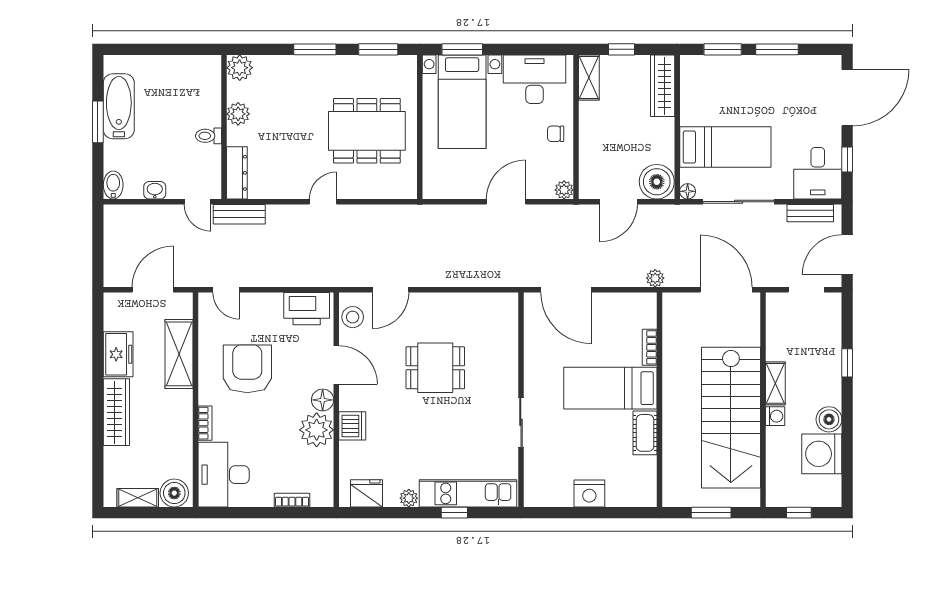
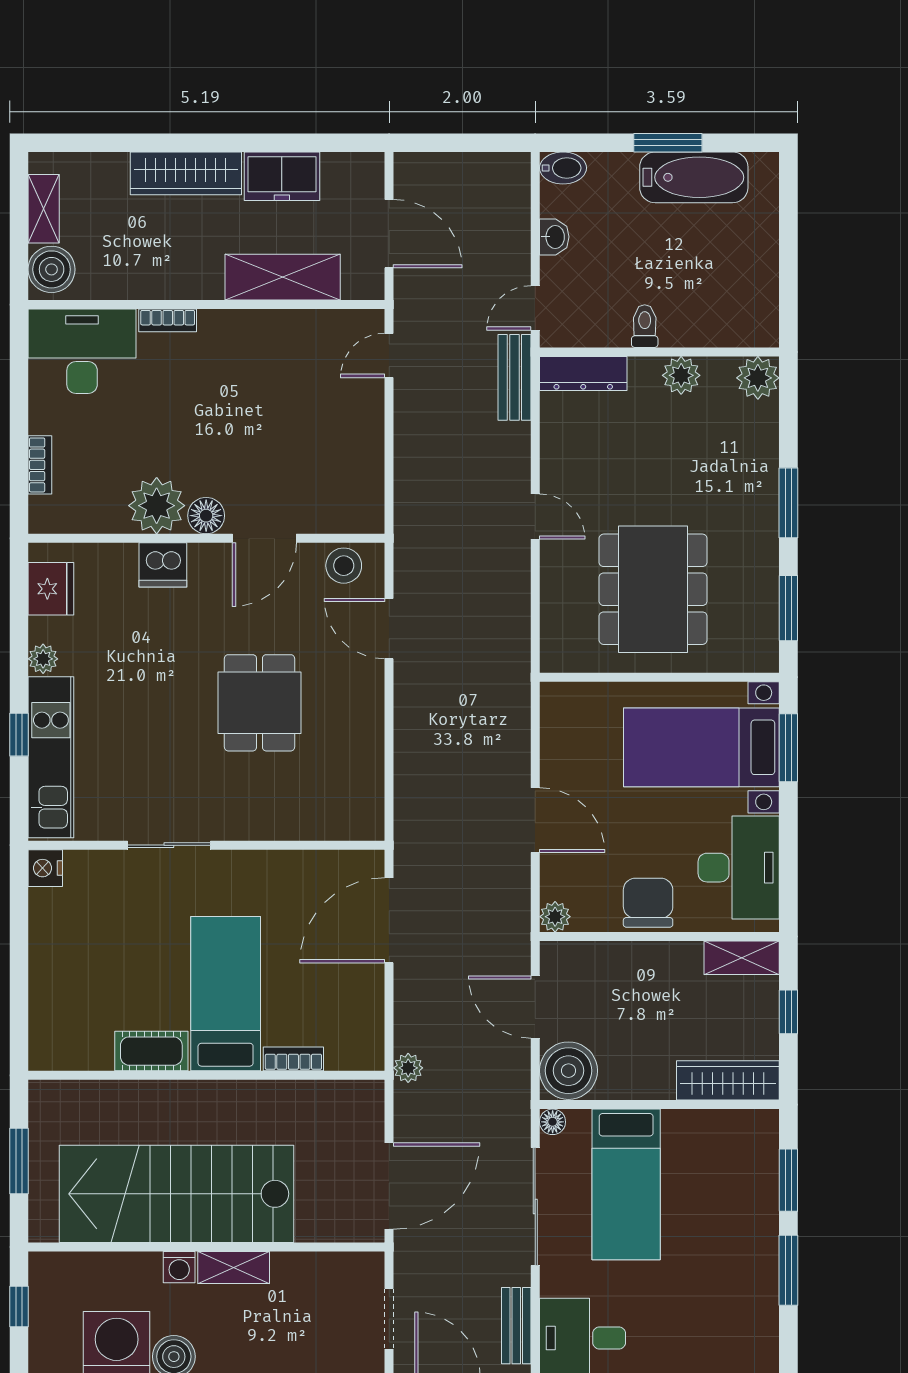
chair: (556, 134) -> (648, 903), width x1.87, depth x1.87
printer: (307, 309) -> (358, 489), removed
armchair: (247, 369) -> (258, 391), removed
nightstand: (589, 493) -> (45, 868), moved, width x0.74, depth x0.75

